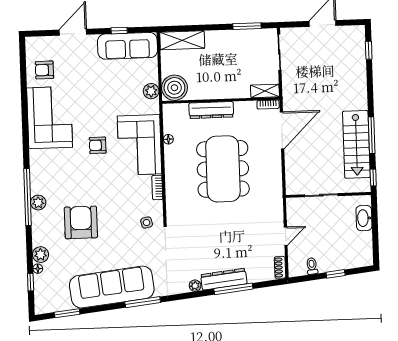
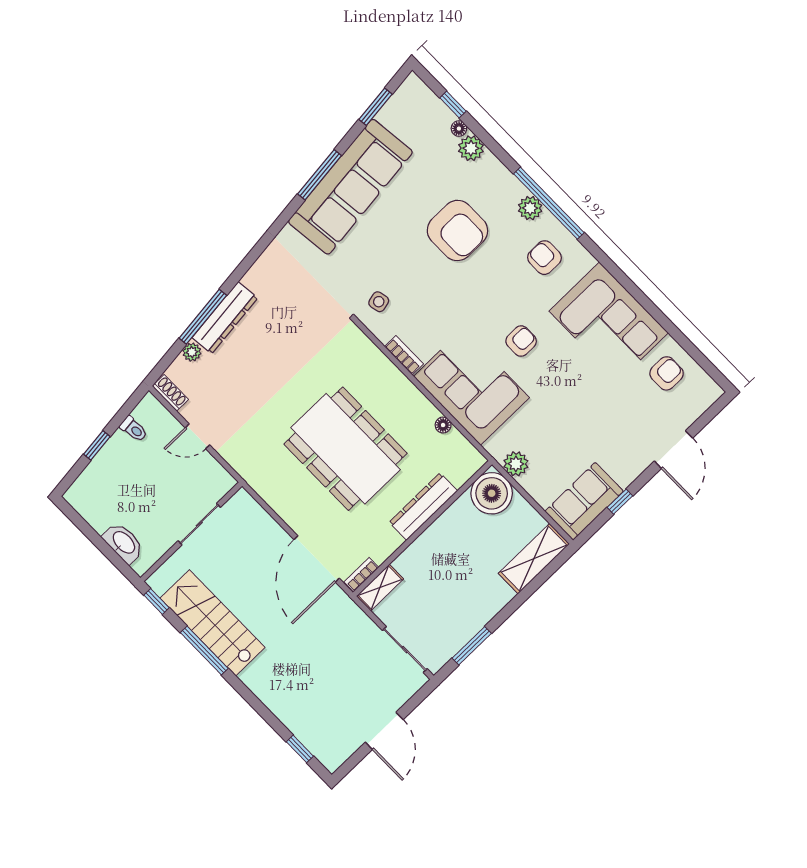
sofa: (127, 46) -> (584, 501), width x0.73
armchair: (52, 174) -> (545, 258), added
door: (286, 236) -> (197, 436), hinge flipped
plant: (195, 286) -> (192, 352), moved
window: (143, 302) -> (320, 175), moved

